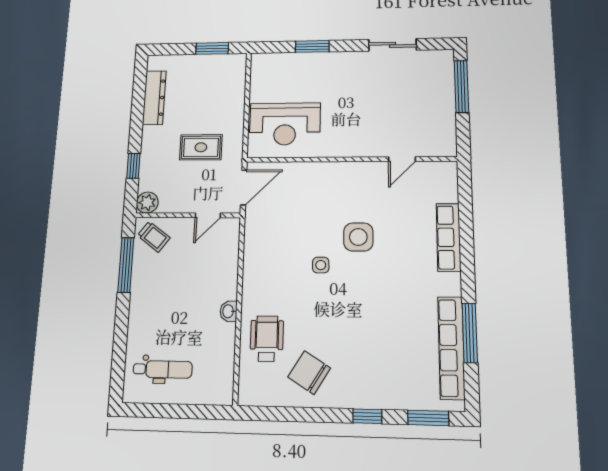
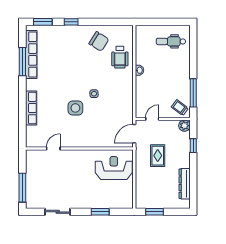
rug: (201, 147) -> (158, 156), turned 90

